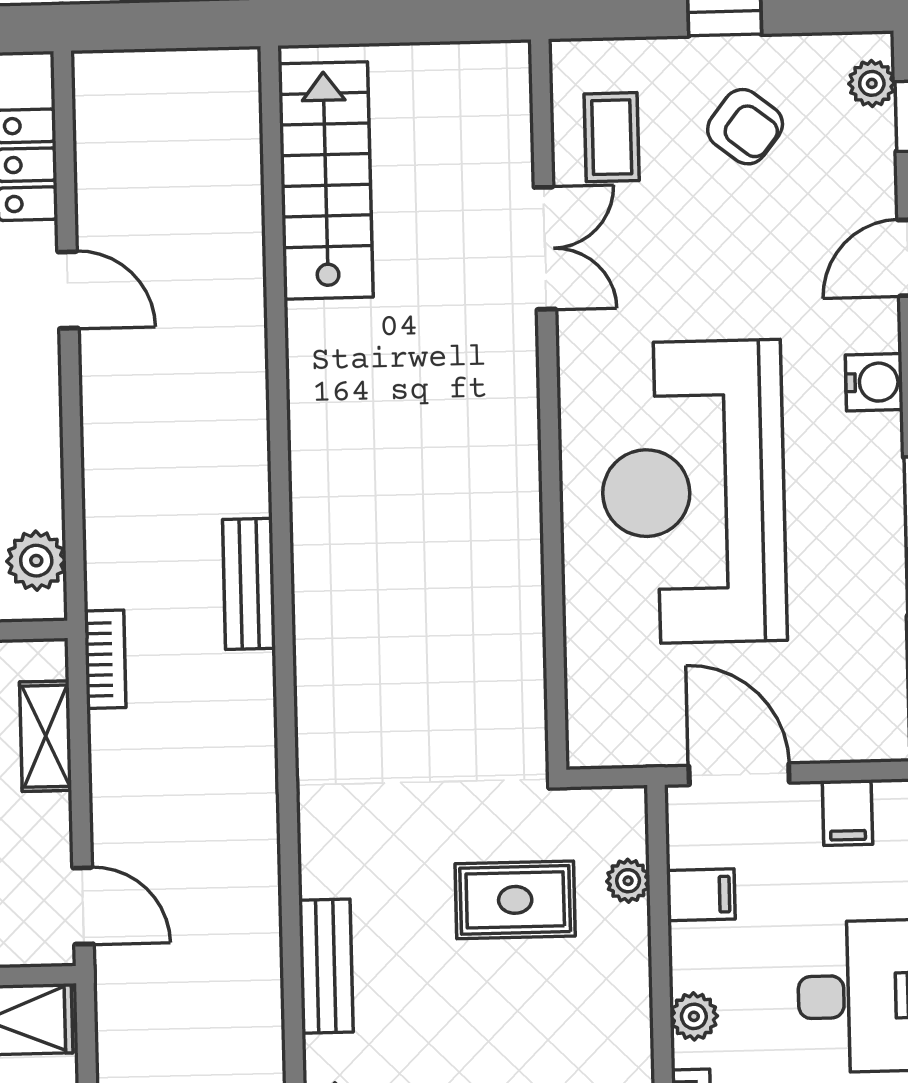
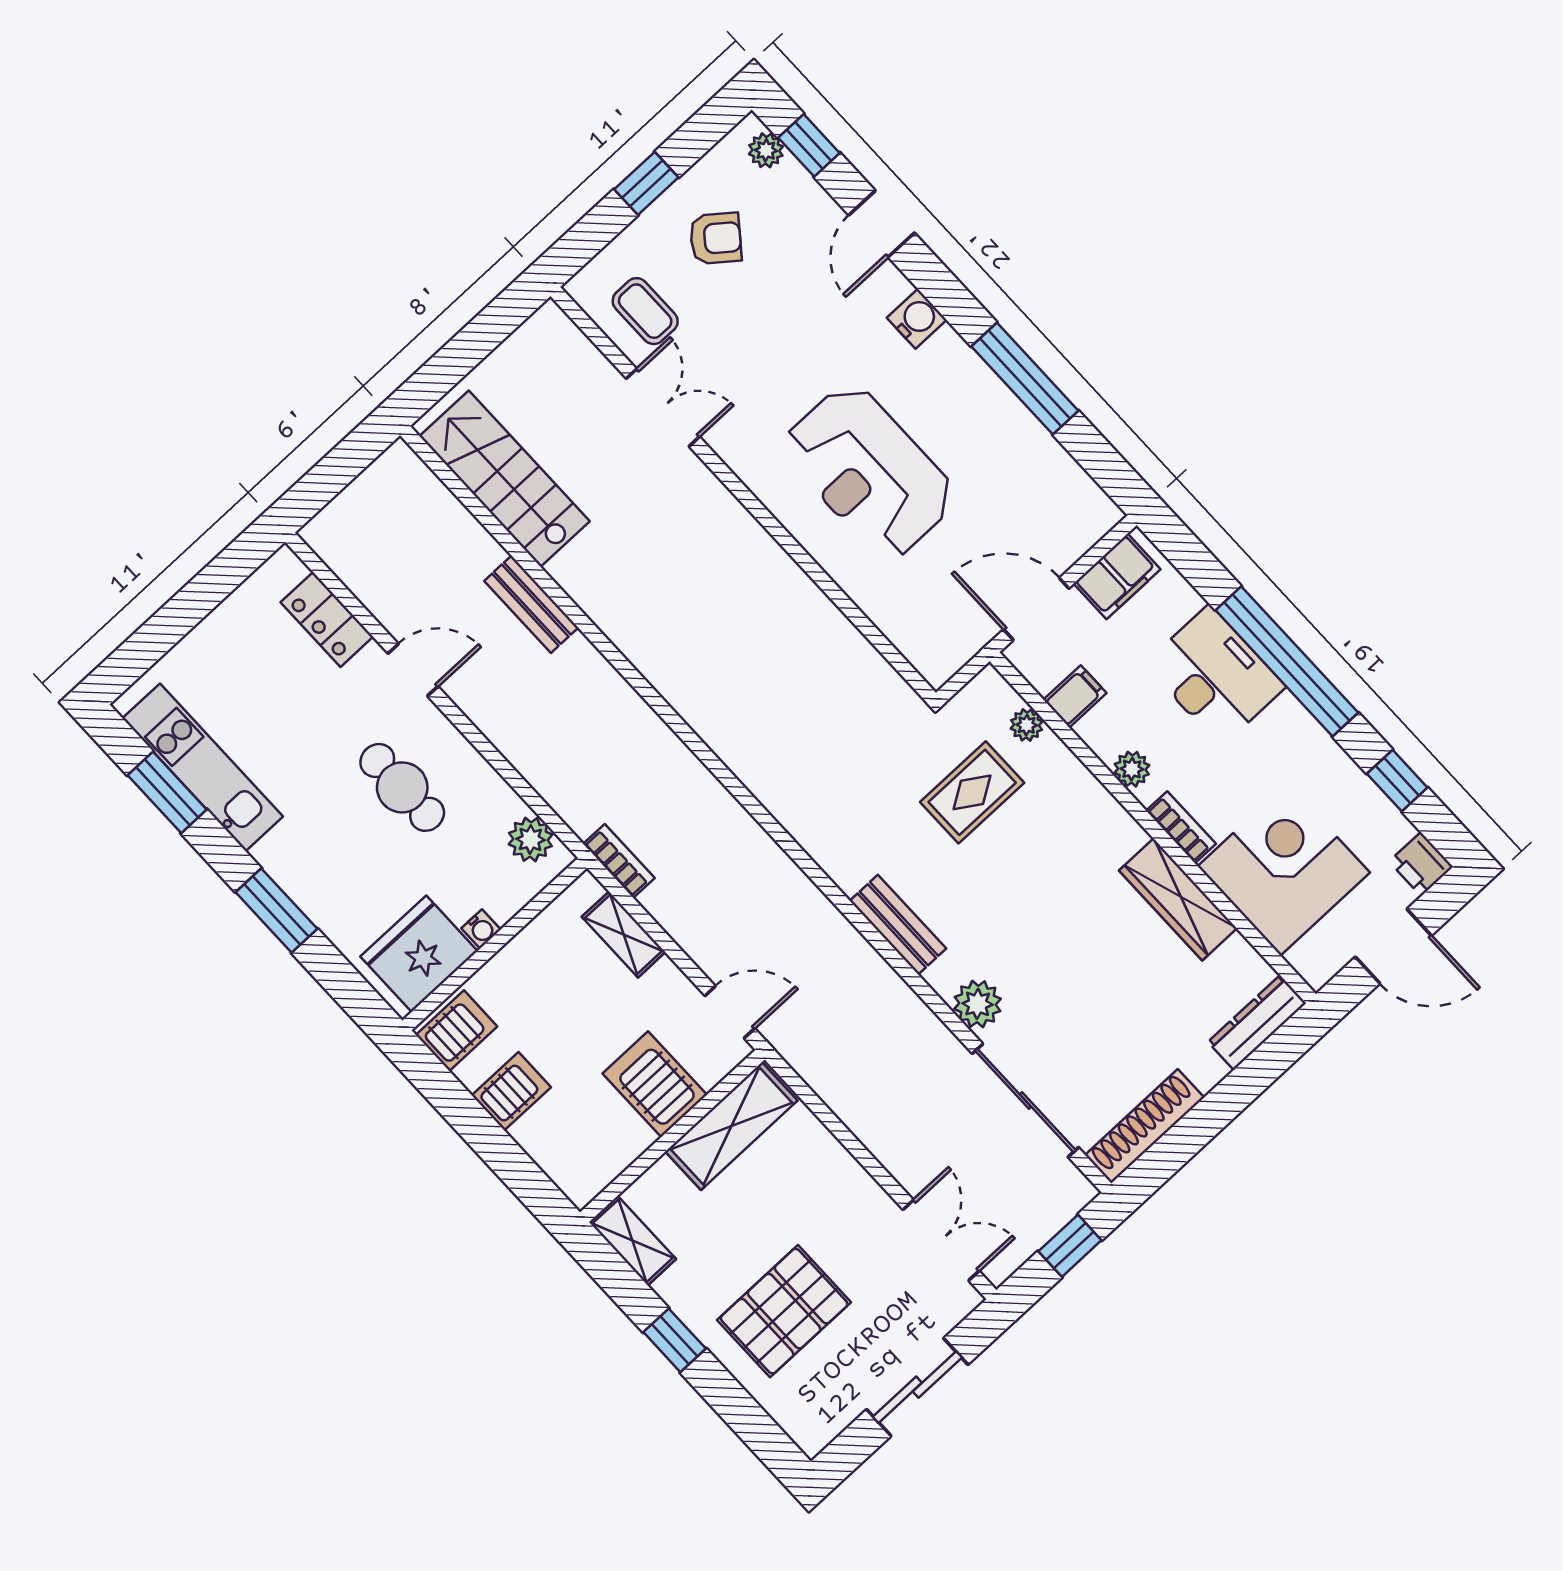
reception desk: (693, 492) -> (869, 472), width x0.74, depth x0.77
bench: (249, 584) -> (531, 604), moved
filing cabinet: (847, 813) -> (1117, 576), width x2.00

